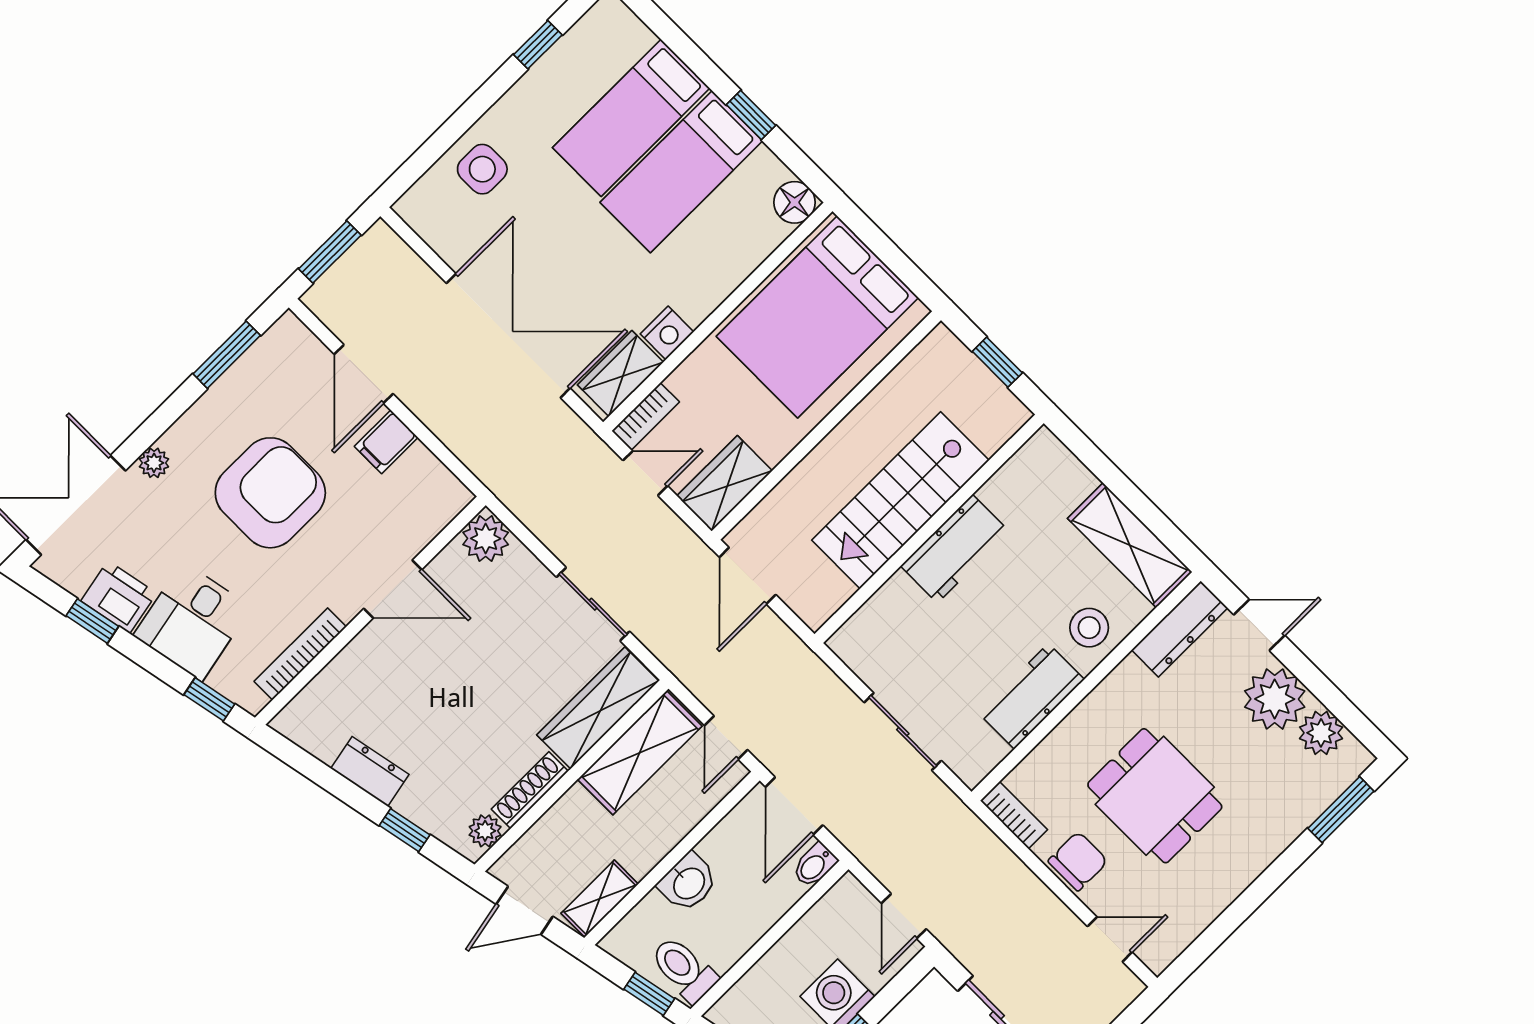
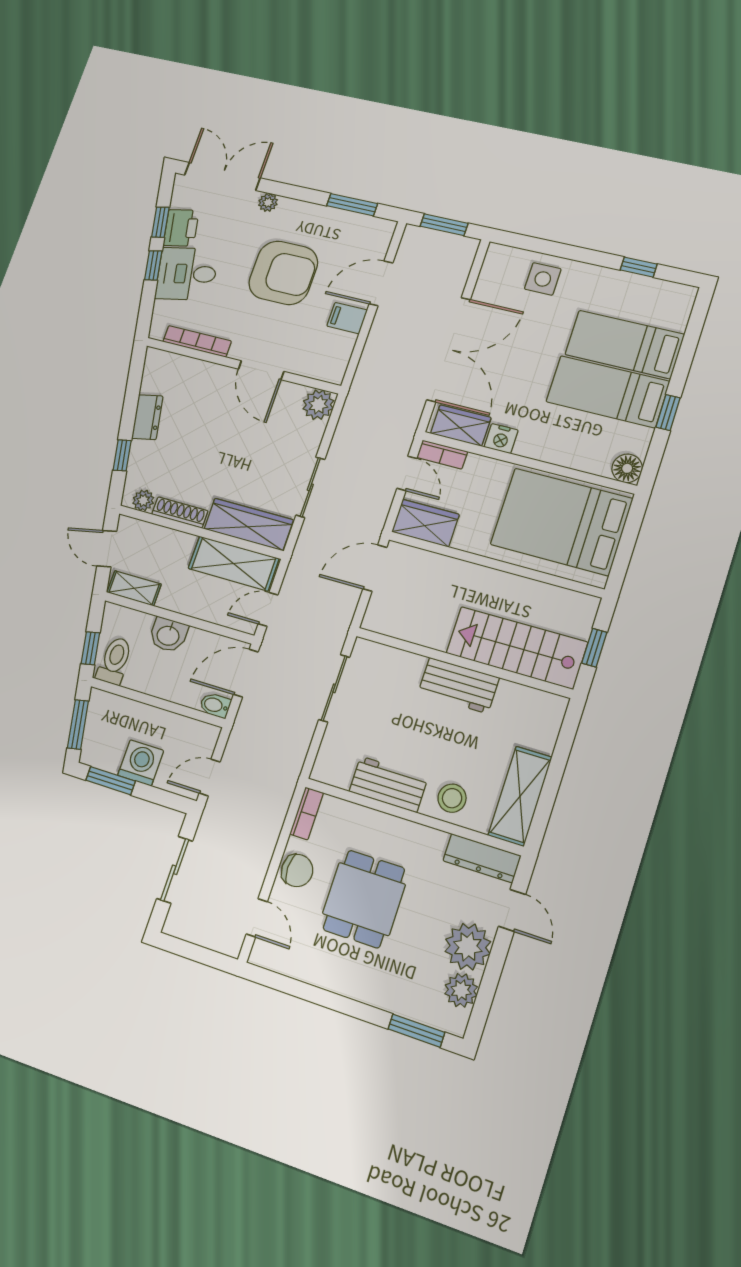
stairs: (900, 500) -> (517, 648), moved
window: (209, 699) -> (153, 265), moved
sliding door: (903, 732) -> (334, 688), moved

